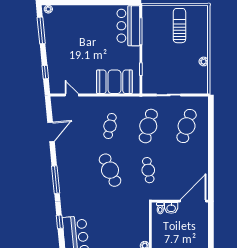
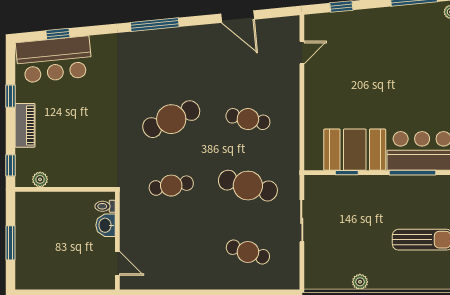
booth: (114, 82) -> (355, 150), moved, turned 90
cafe table: (187, 126) -> (248, 252), width x0.73, depth x0.74
door: (193, 201) -> (117, 263), width x0.53
window: (60, 222) -> (58, 34), moved

